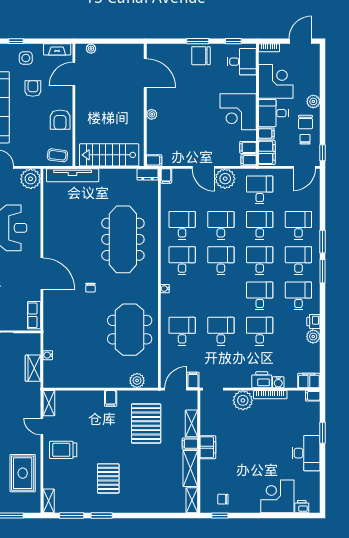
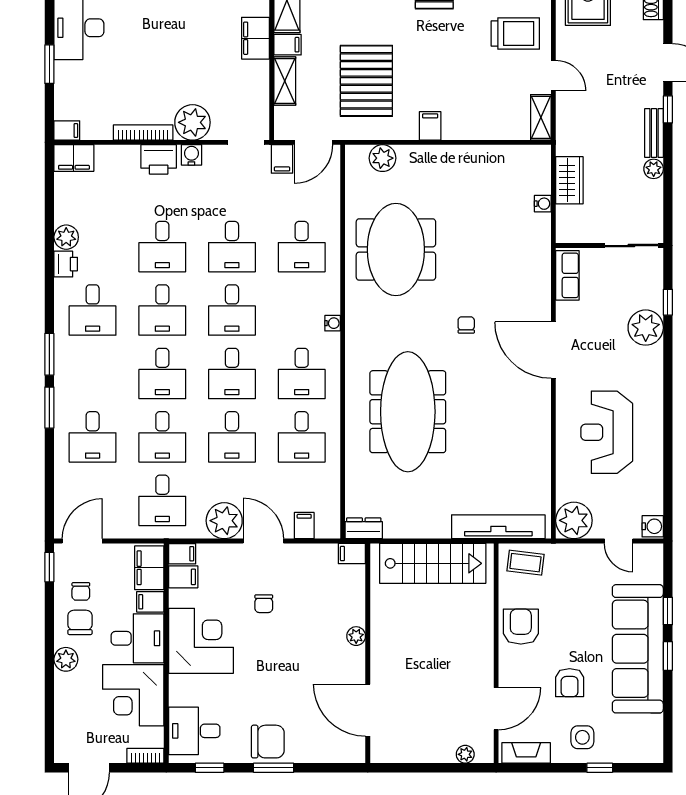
chair: (203, 132) -> (264, 604), added
filing cabinet: (166, 176) -> (304, 526), moved
desk: (298, 261) -> (232, 310), moved
water cooler: (278, 382) -> (191, 155), moved

